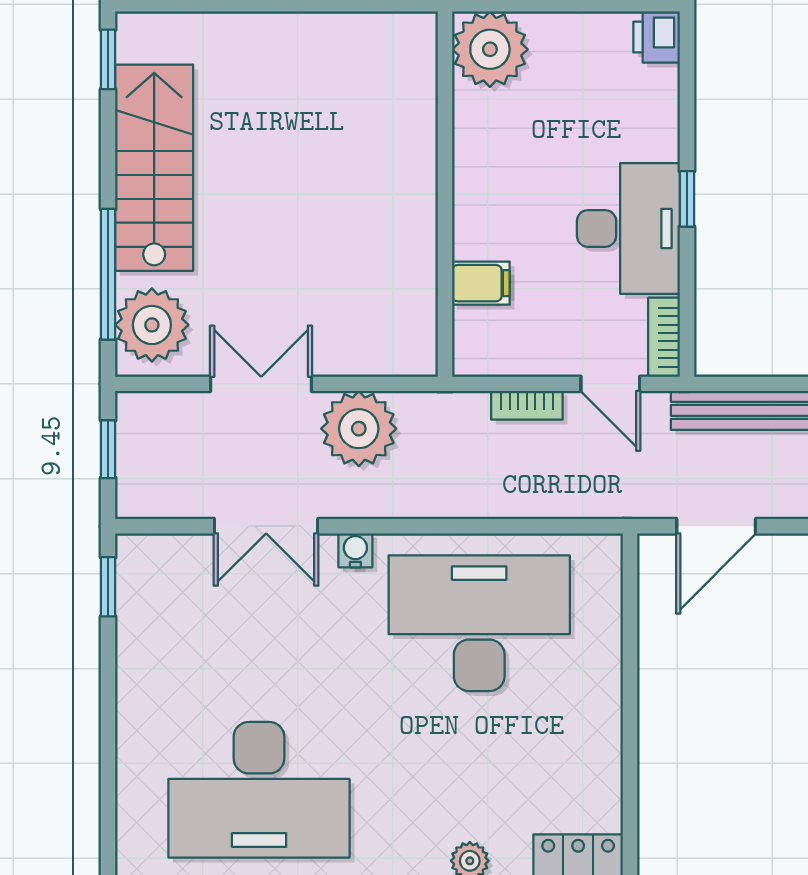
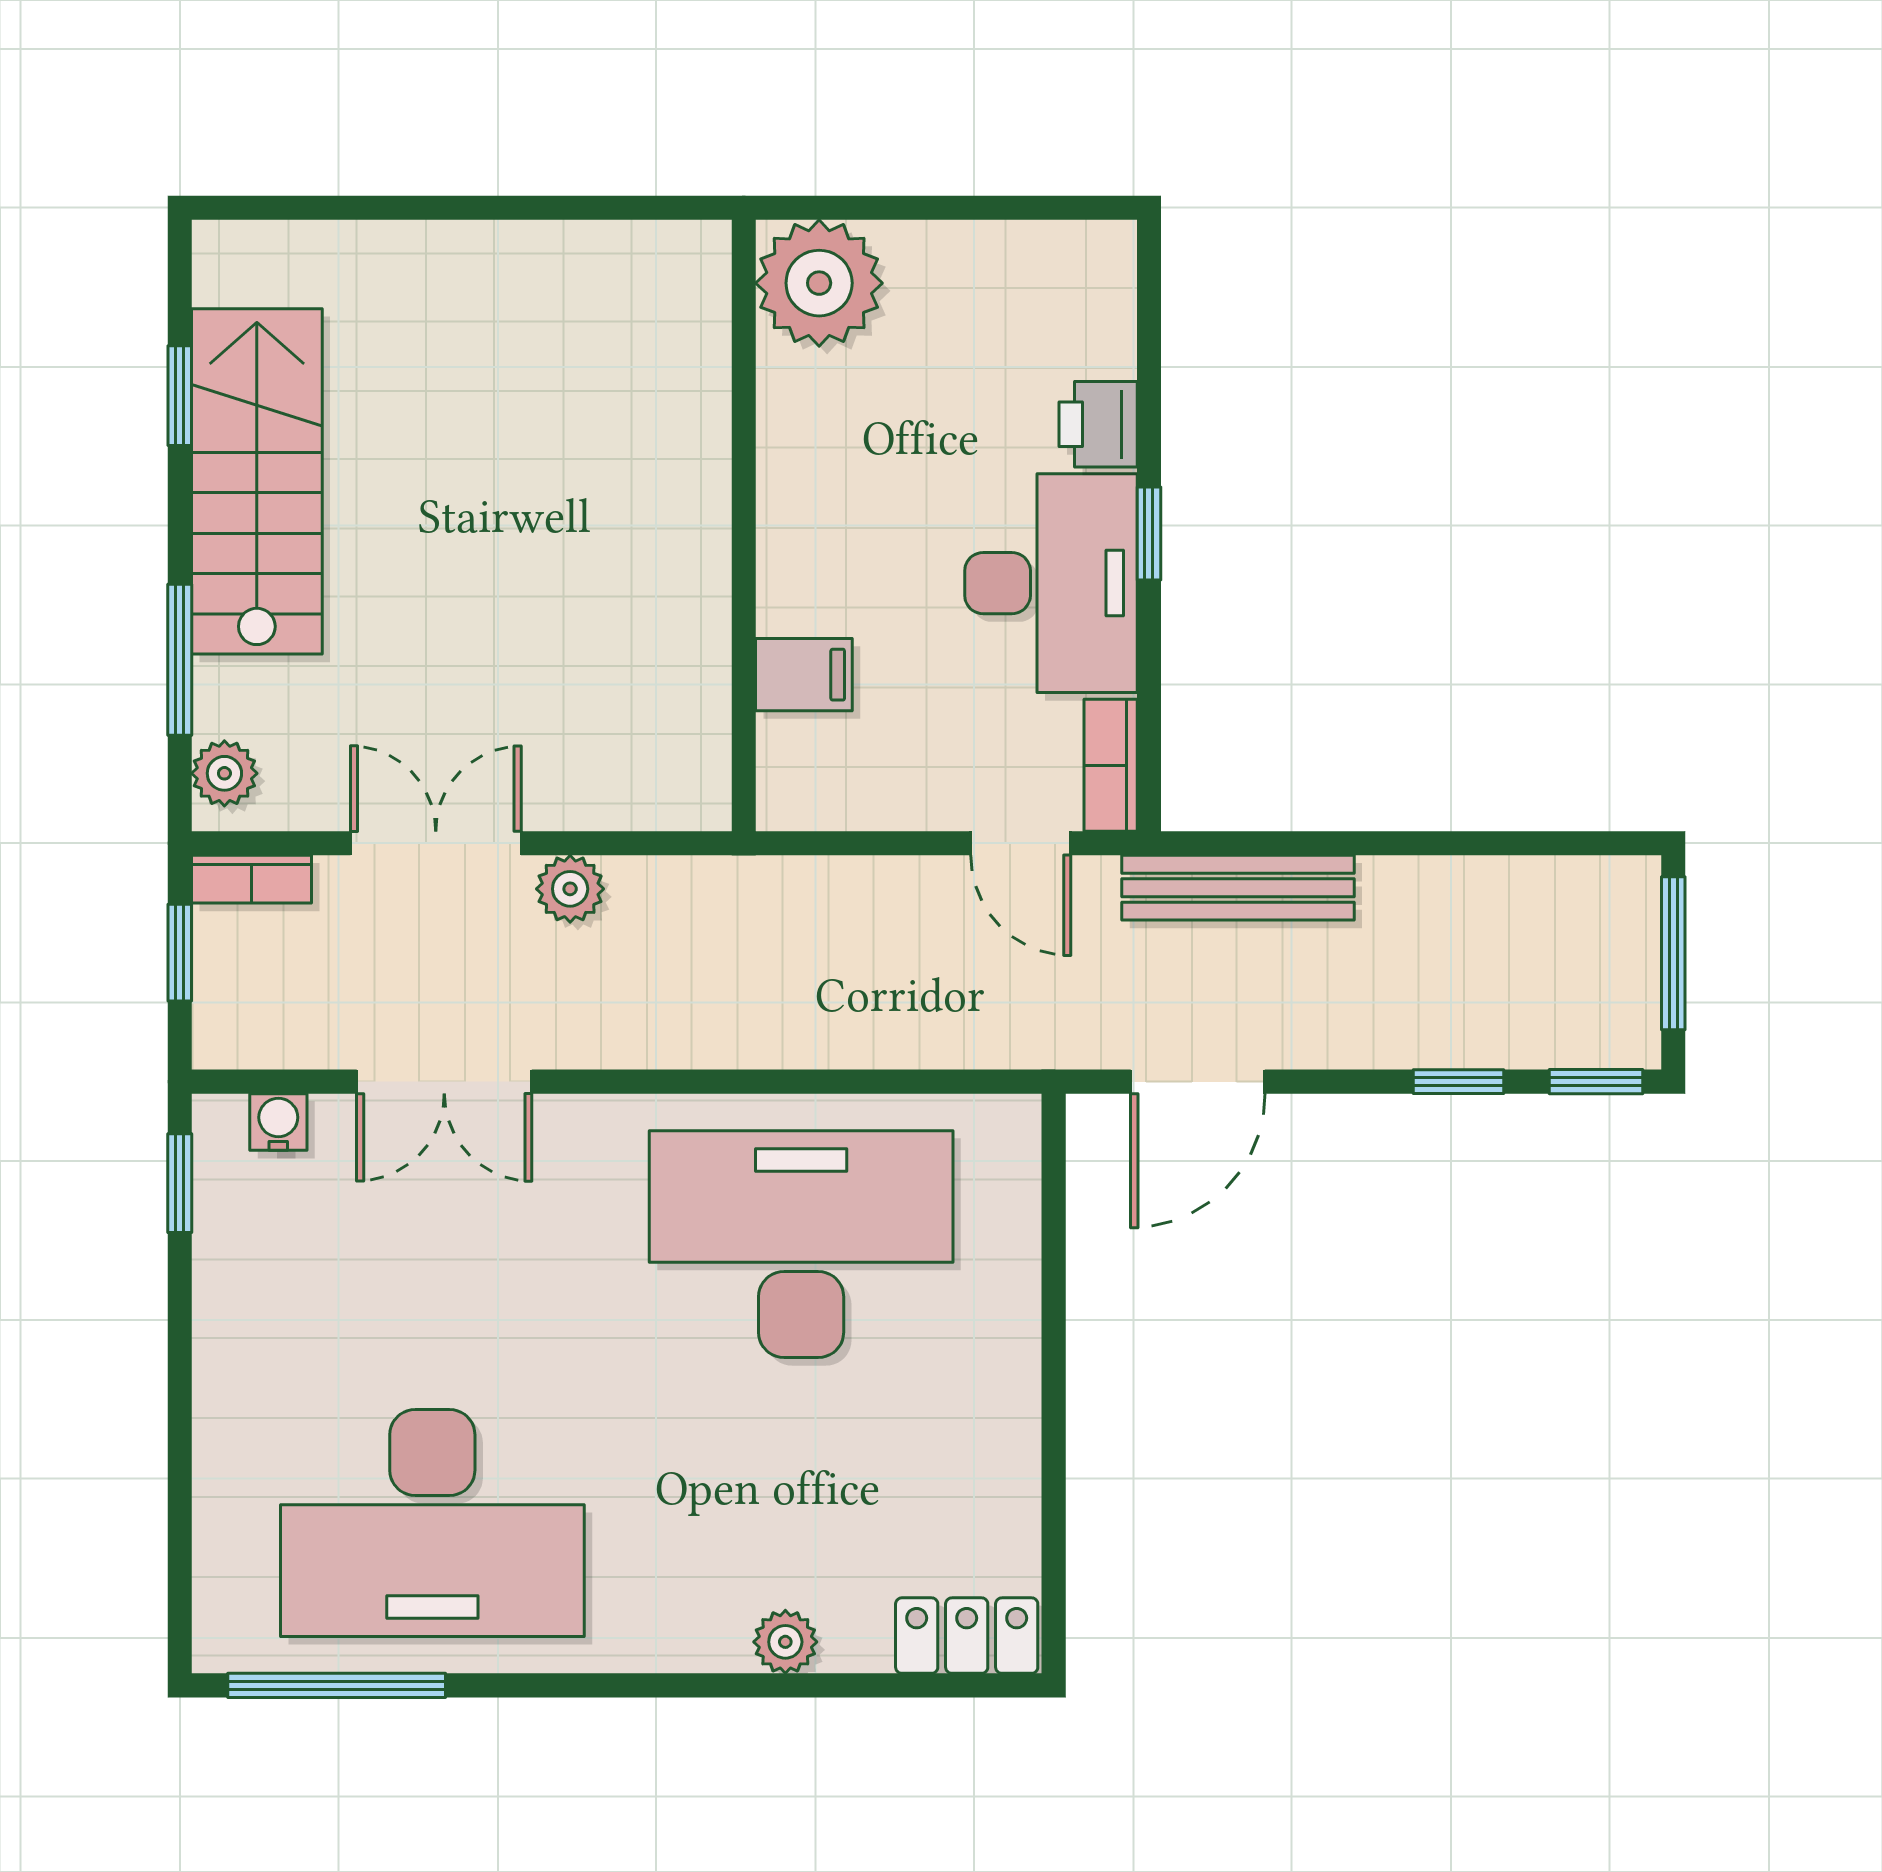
printer: (657, 37) -> (1098, 424), moved
window: (108, 59) -> (180, 396), moved
window: (108, 274) -> (180, 660), width x0.69
plant: (152, 325) -> (224, 773), width x0.53, depth x0.53
bookcase: (527, 405) -> (252, 879), moved
plant: (359, 429) -> (570, 889), width x0.53, depth x0.53
water cooler: (355, 550) -> (278, 1122), moved

